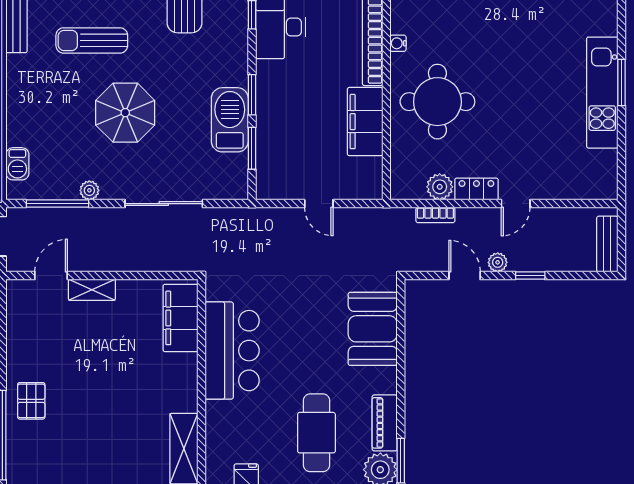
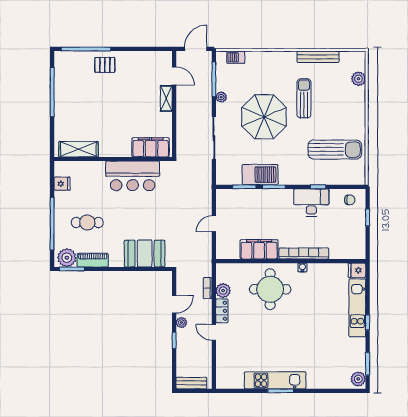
parasol: (125, 113) -> (264, 117), width x1.36, depth x1.36
cafe table: (316, 433) -> (87, 222), width x0.73, depth x0.74

